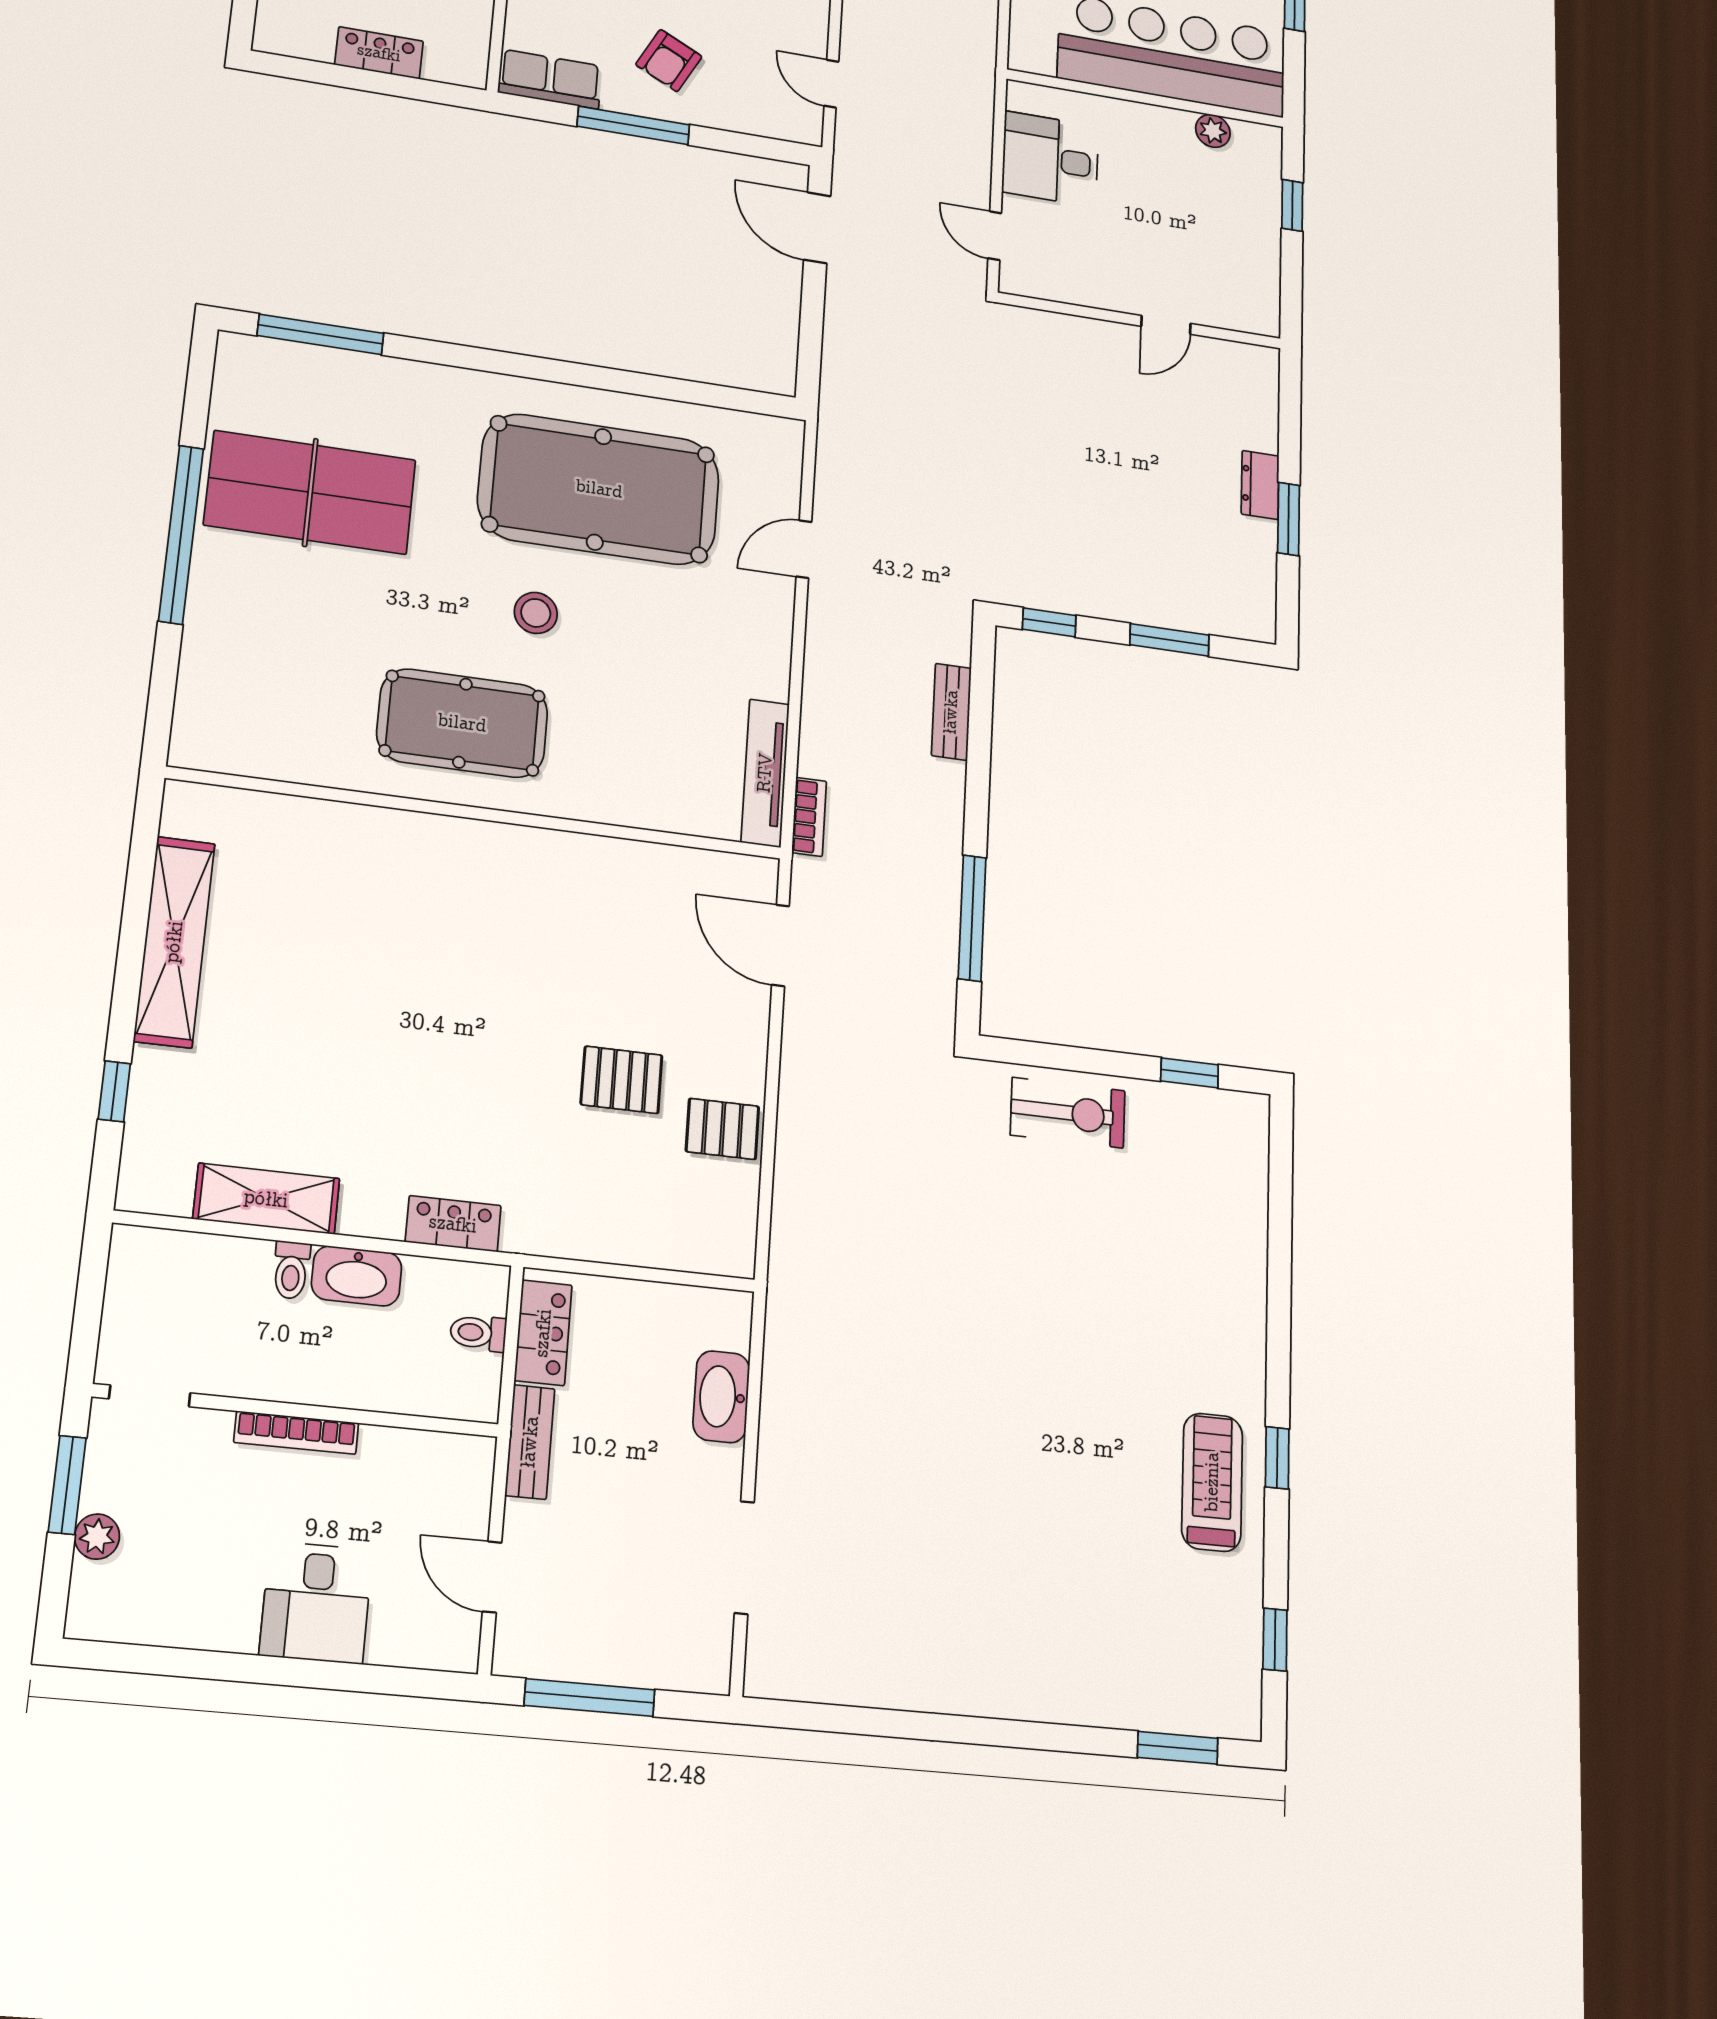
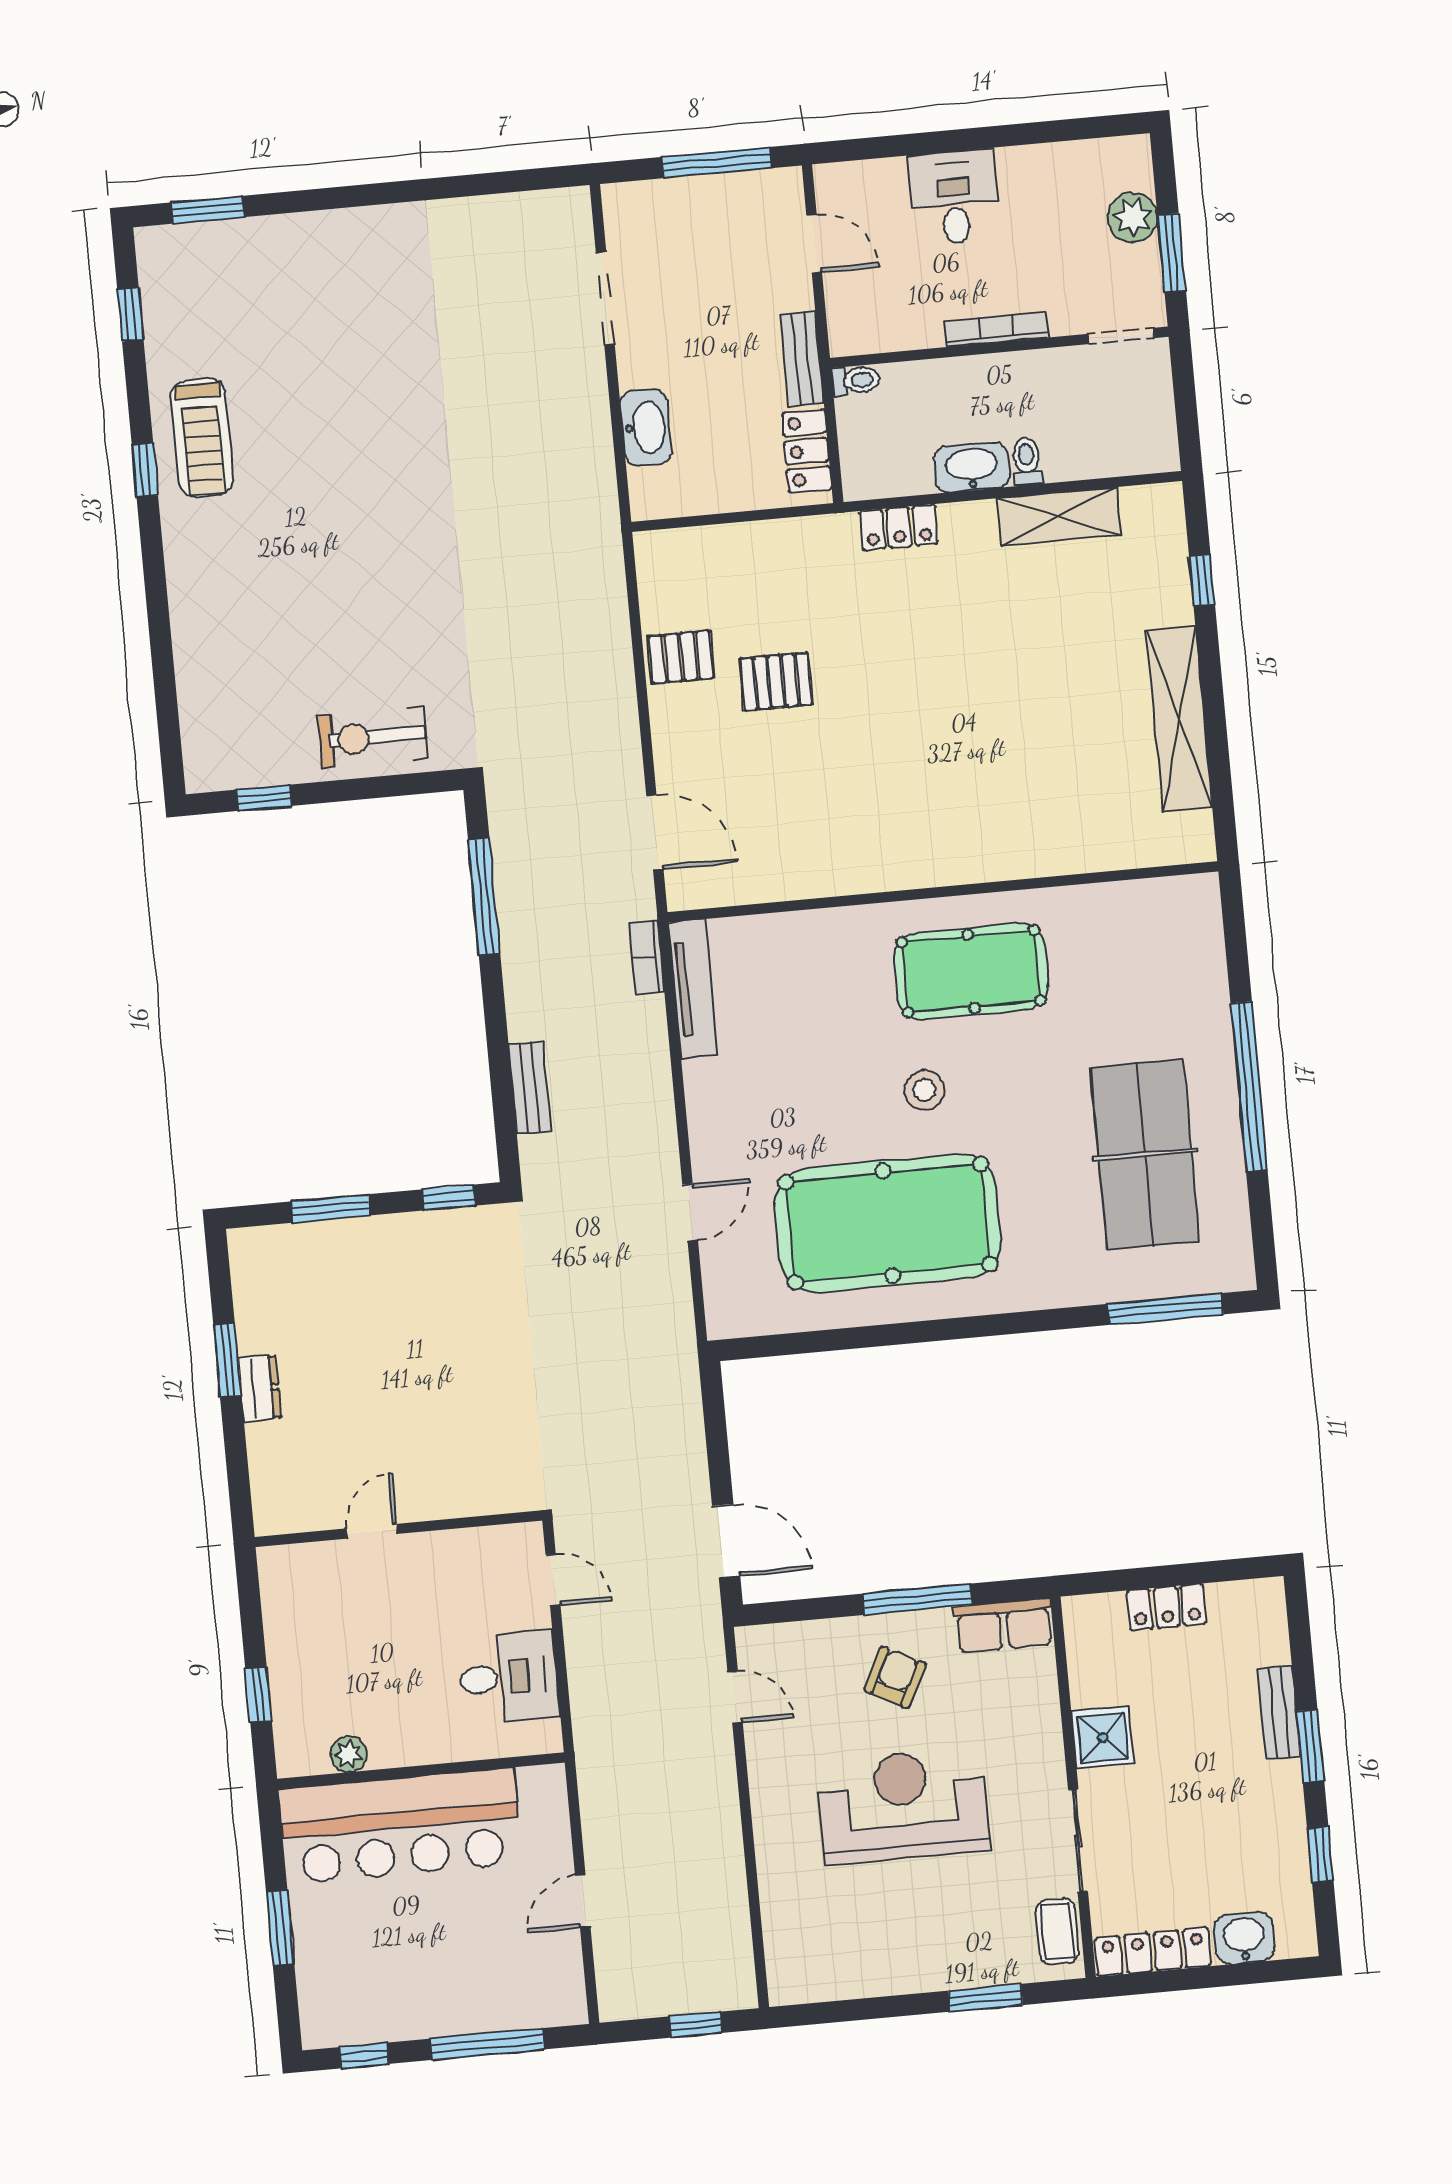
table tennis table: (310, 492) -> (1145, 1154), turned 90
toilet: (478, 1333) -> (856, 380), moved
plant: (97, 1537) -> (1133, 218), width x1.38, depth x1.38

